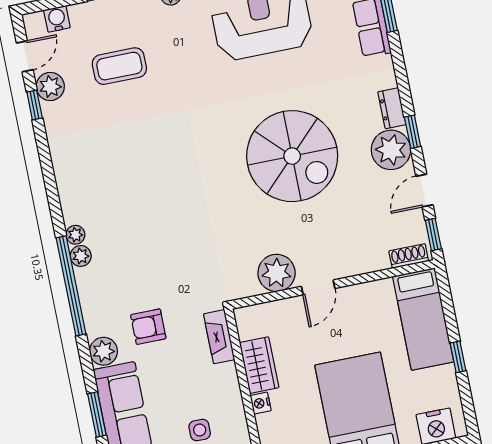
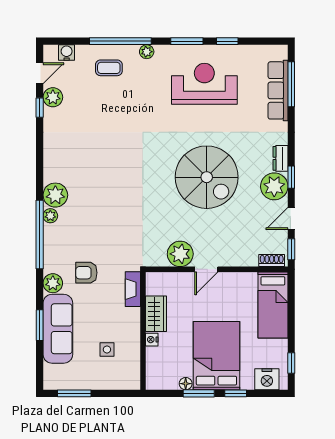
coffee table: (119, 66) -> (109, 68), moved, width x0.73, depth x0.77
plant: (75, 235) -> (55, 195), width x1.88, depth x1.88
window: (458, 357) -> (291, 363), moved

